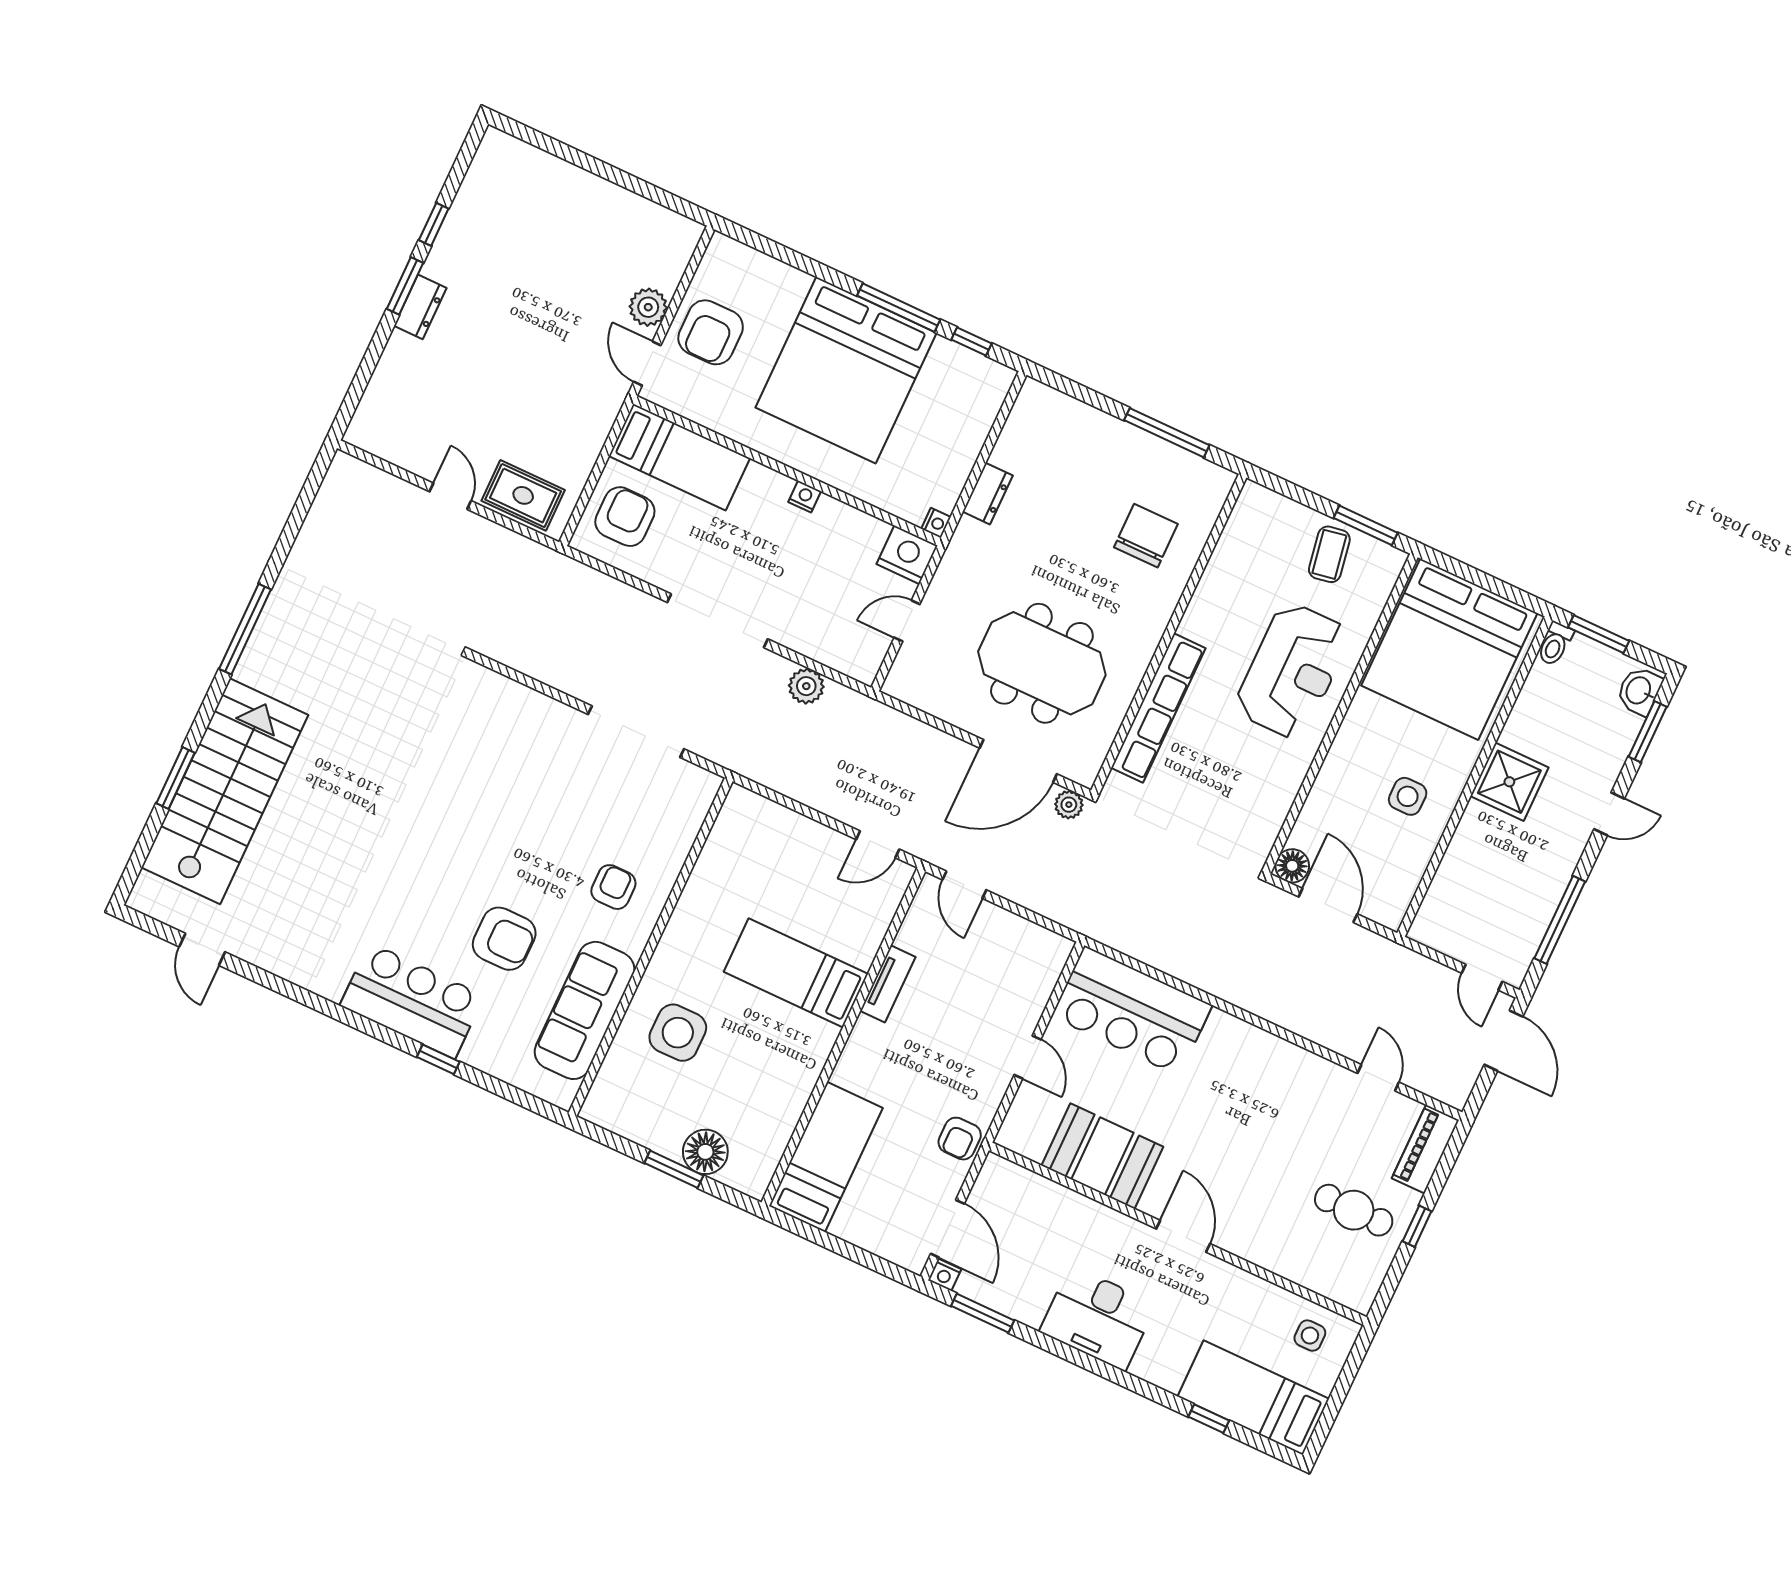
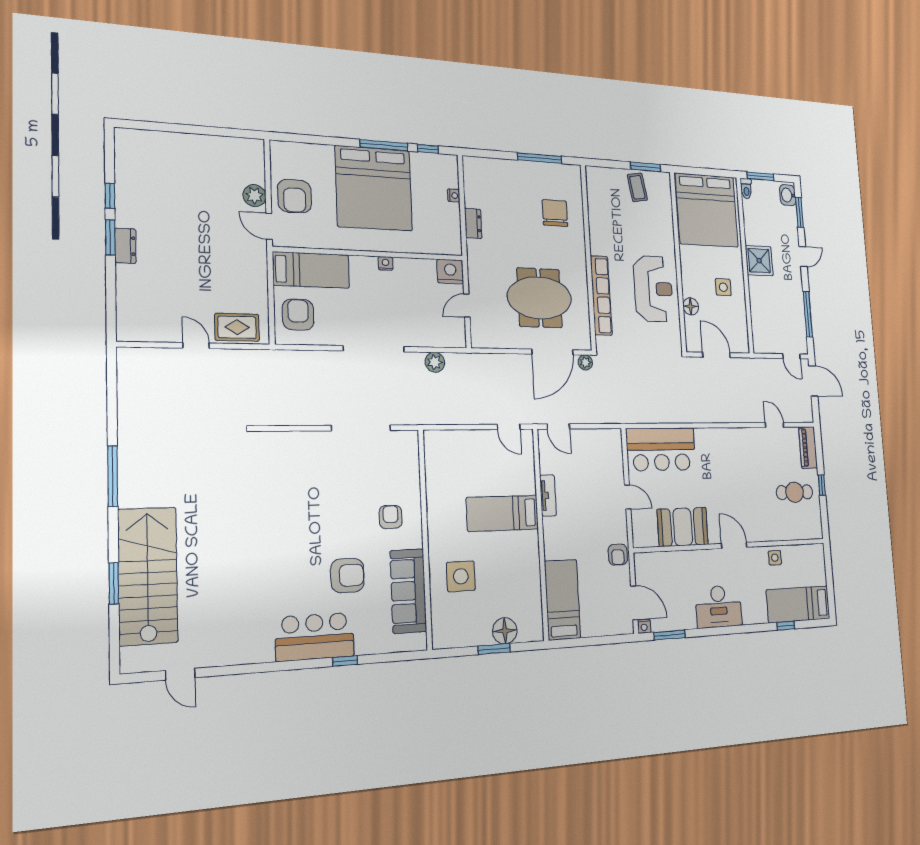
nightstand: (936, 523) -> (454, 195), moved
reception desk: (1292, 671) -> (653, 289), moved
door: (878, 844) -> (509, 427), hinge flipped
floor lamp: (1292, 866) -> (691, 306), moved
side table: (1310, 1336) -> (775, 558), moved

